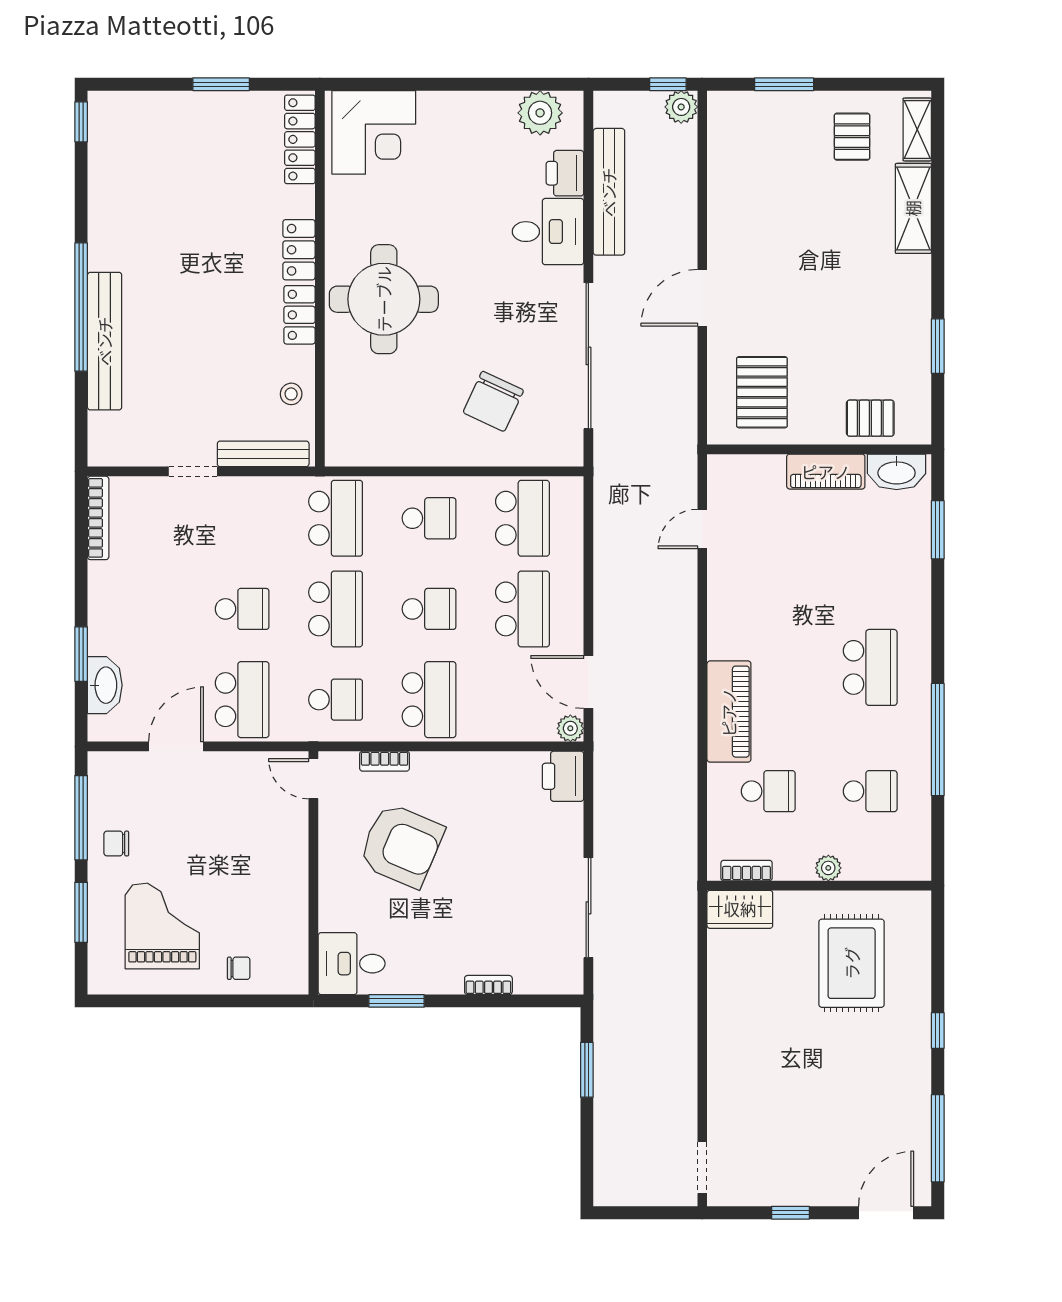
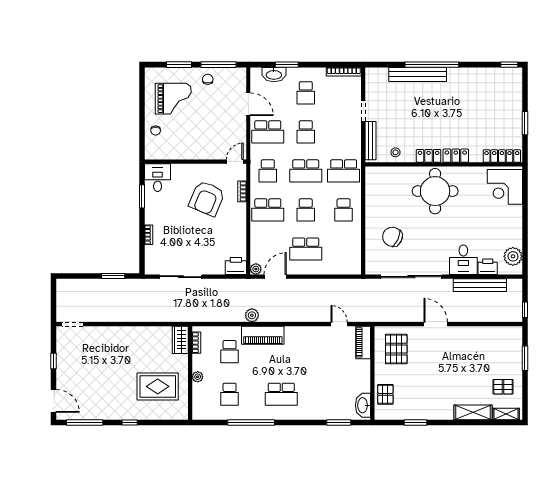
plant: (681, 107) -> (252, 315), moved
pallet: (762, 392) -> (396, 349), turned 90
piano: (826, 472) -> (363, 342), moved
school desk: (522, 518) -> (306, 93), moved, width x0.54

